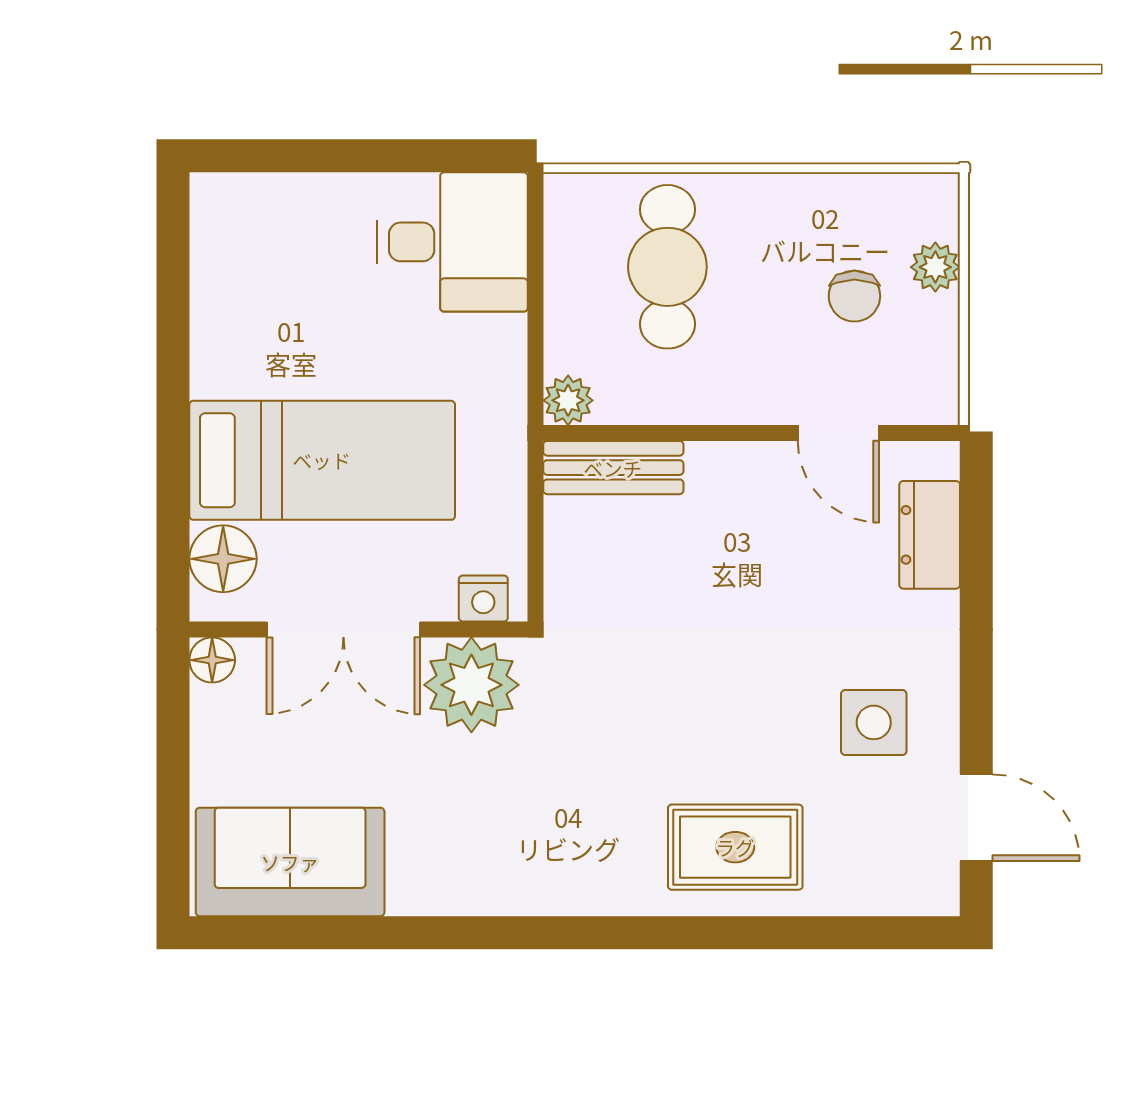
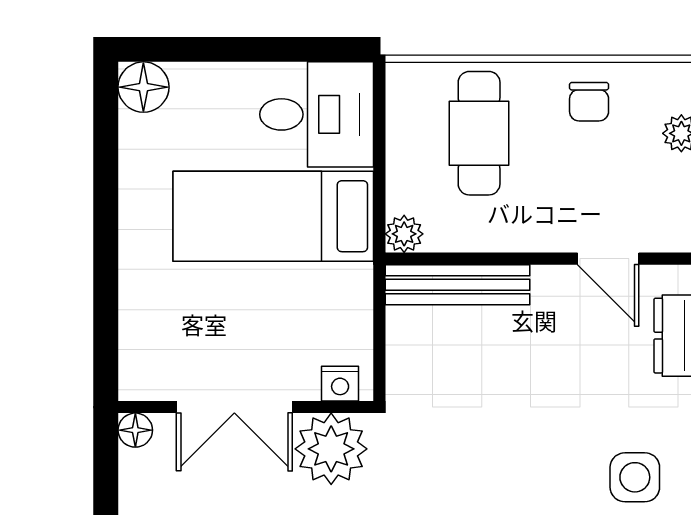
chair: (854, 296) -> (589, 102), moved
bed: (322, 460) -> (273, 216), moved, turned 180
bench: (613, 468) -> (457, 285), width x1.36
floor lamp: (223, 559) -> (143, 87), moved

